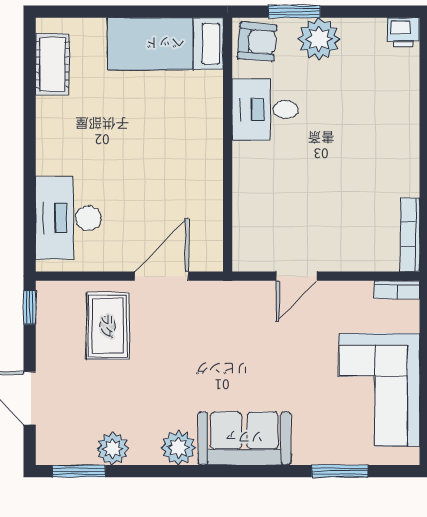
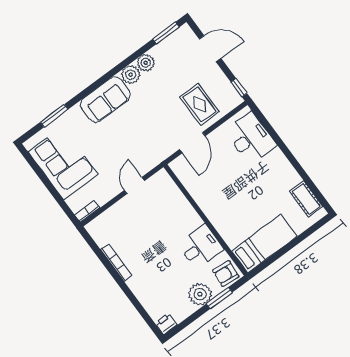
bookcase: (410, 235) -> (116, 262), moved
plant: (113, 449) -> (146, 63), moved

